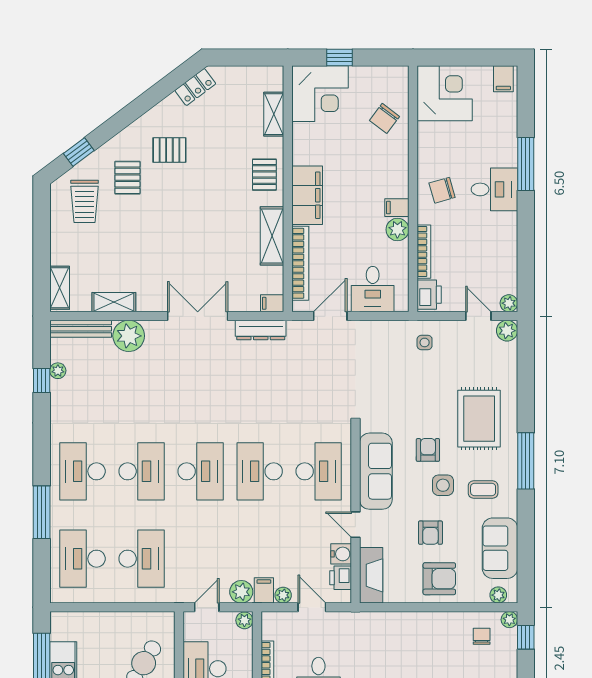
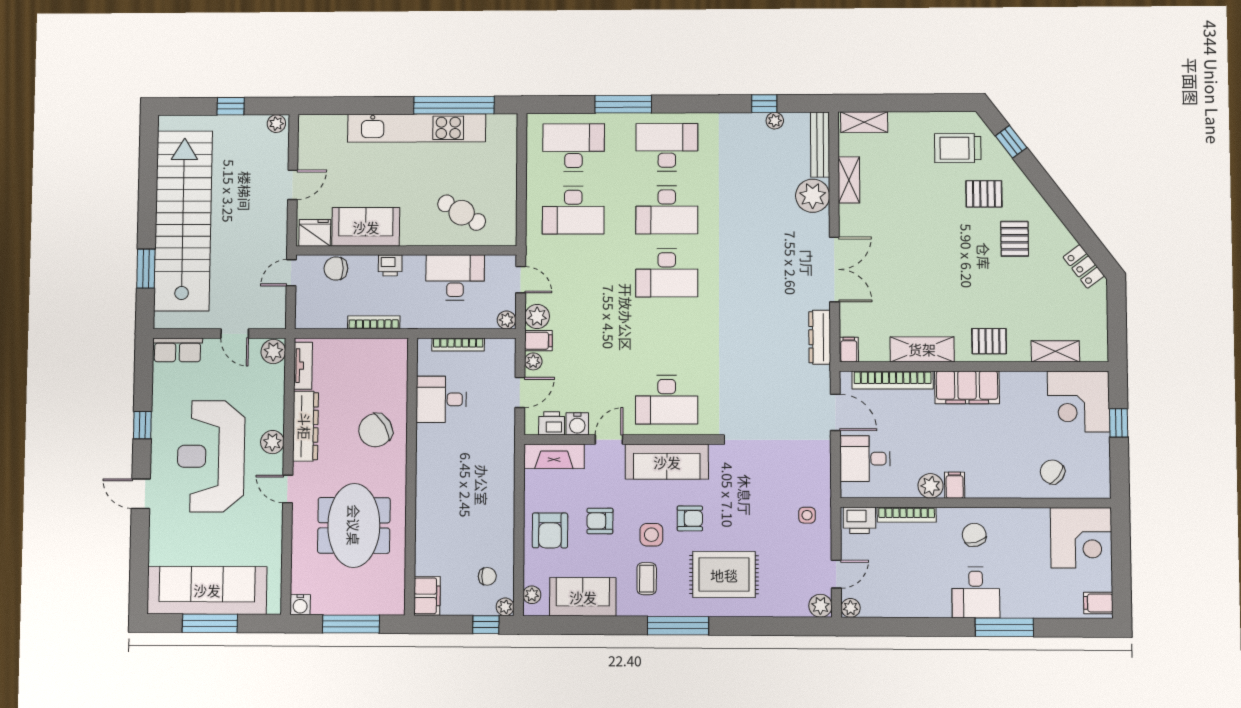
desk: (260, 471) -> (667, 336), removed

